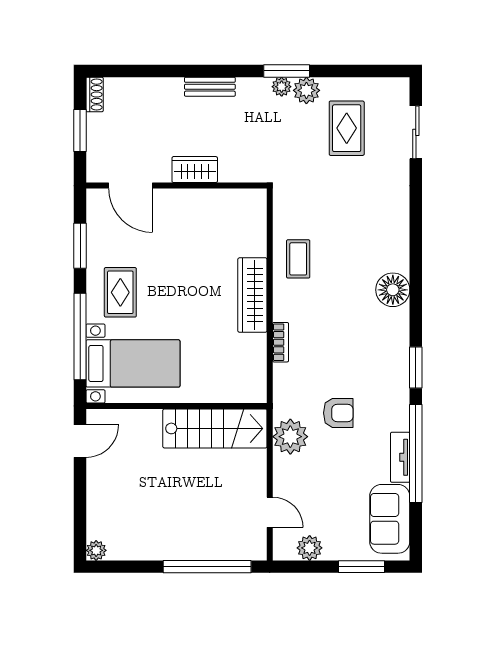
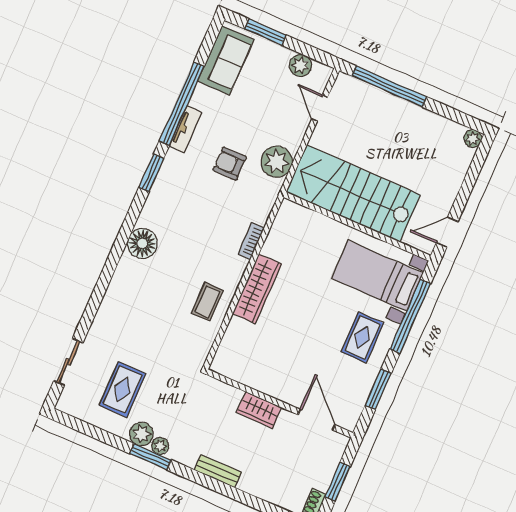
stairs: (215, 428) -> (353, 193), width x1.36, depth x1.51
tv unit: (400, 457) -> (185, 129), moved

